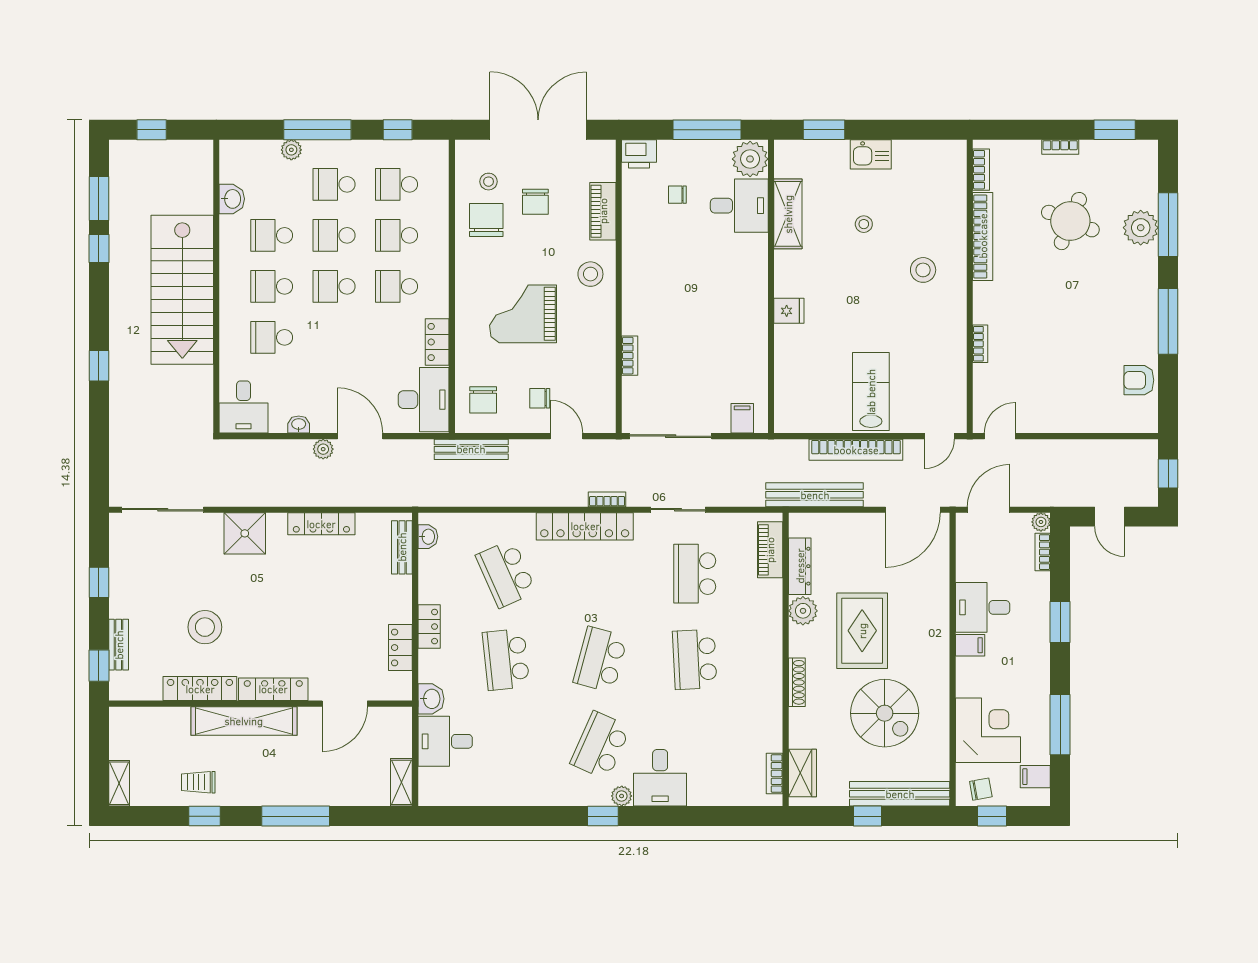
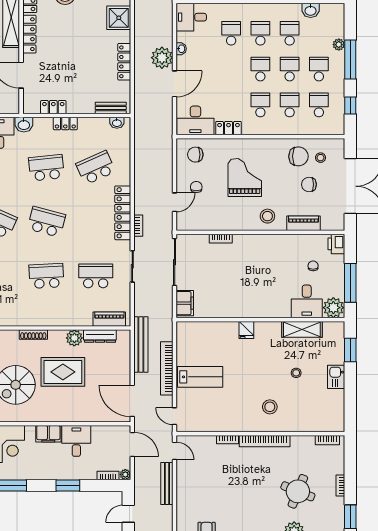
bookcase: (983, 236) -> (265, 441), moved
filing cabinet: (742, 418) -> (185, 303), width x2.00
plant: (323, 449) -> (162, 58), width x1.87, depth x1.87
bench: (471, 449) -> (167, 483), moved
filing cabinet: (970, 645) -> (48, 434), width x2.00

